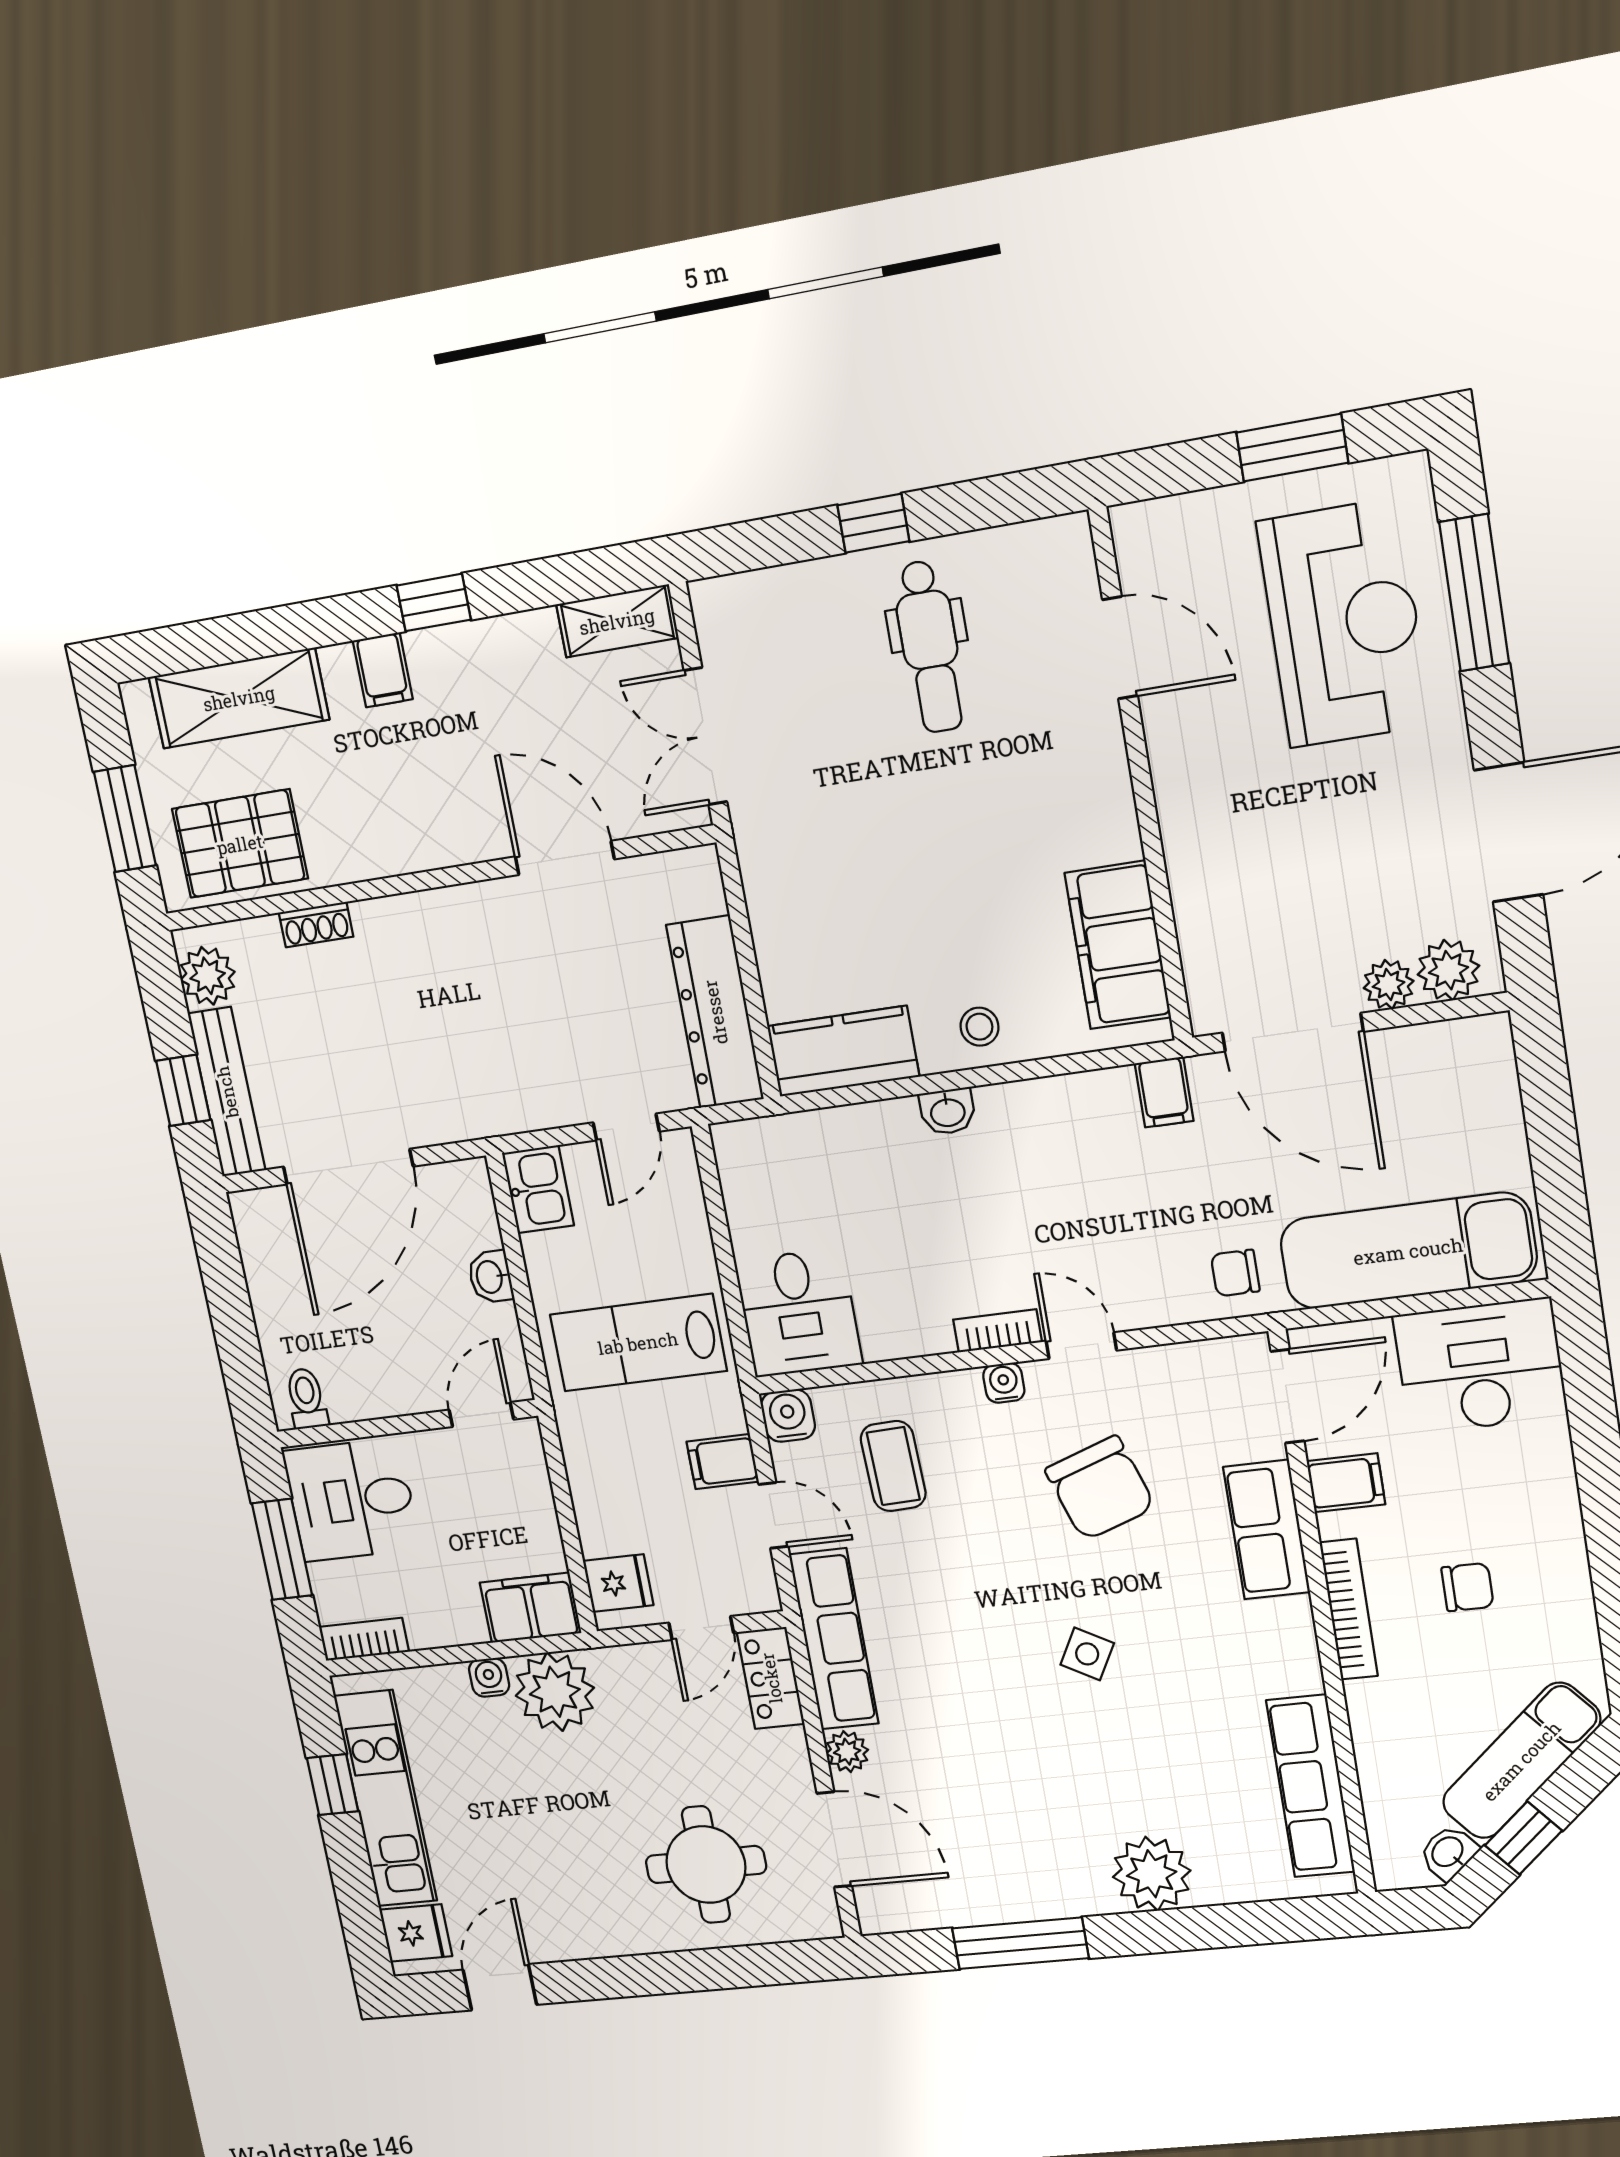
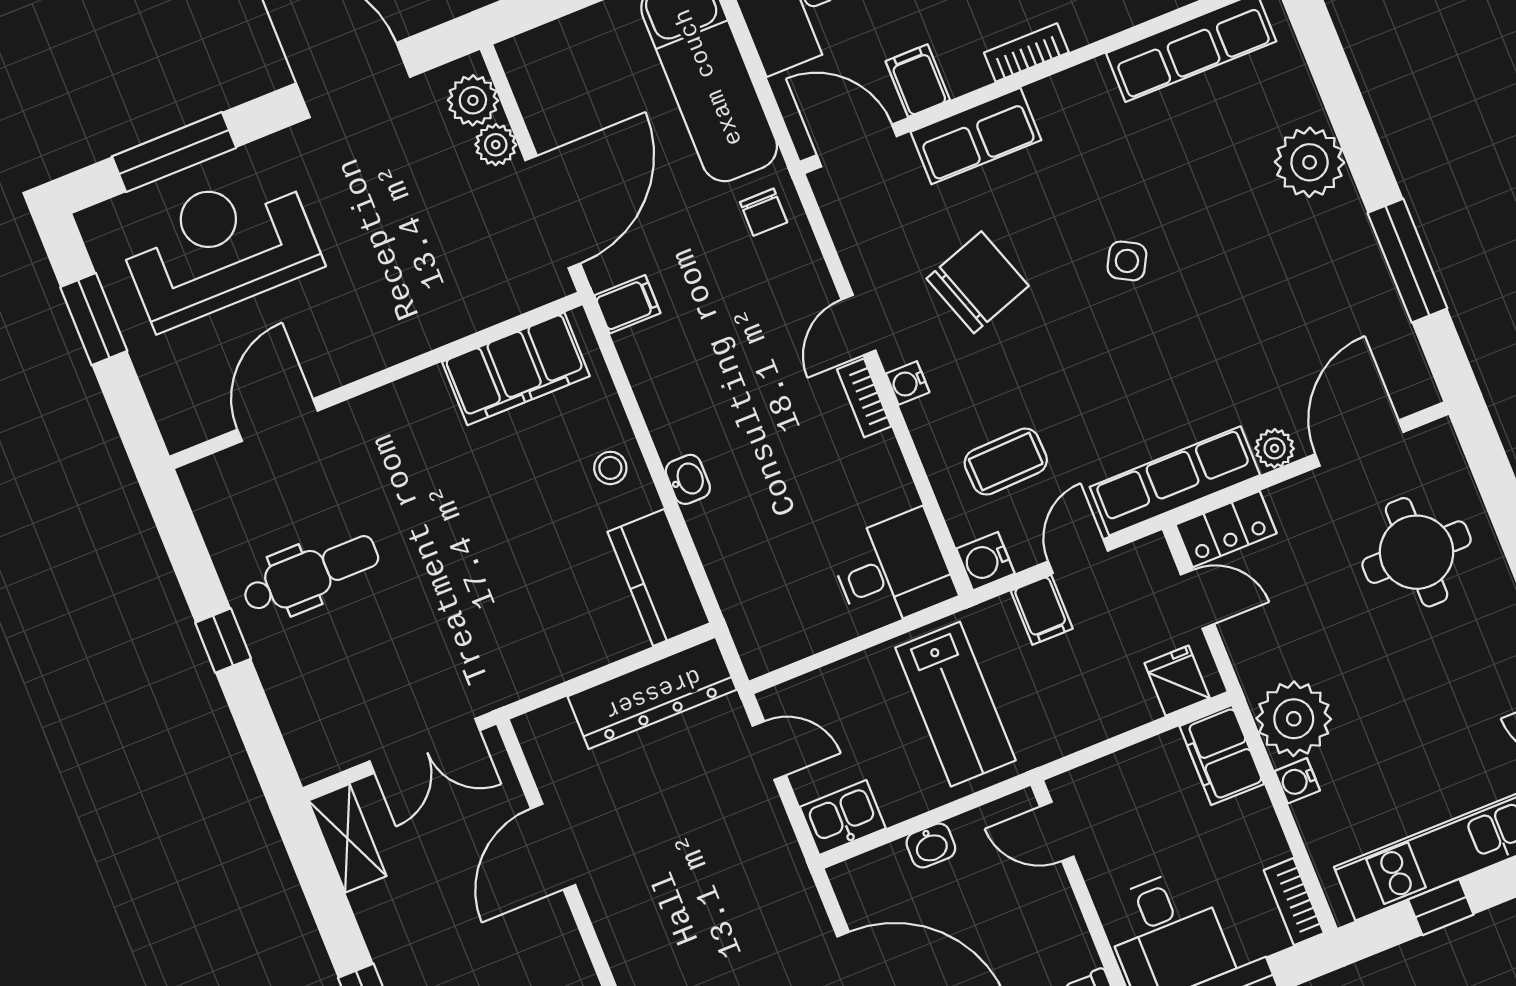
bookcase: (1349, 1609) -> (1026, 53), width x0.64

